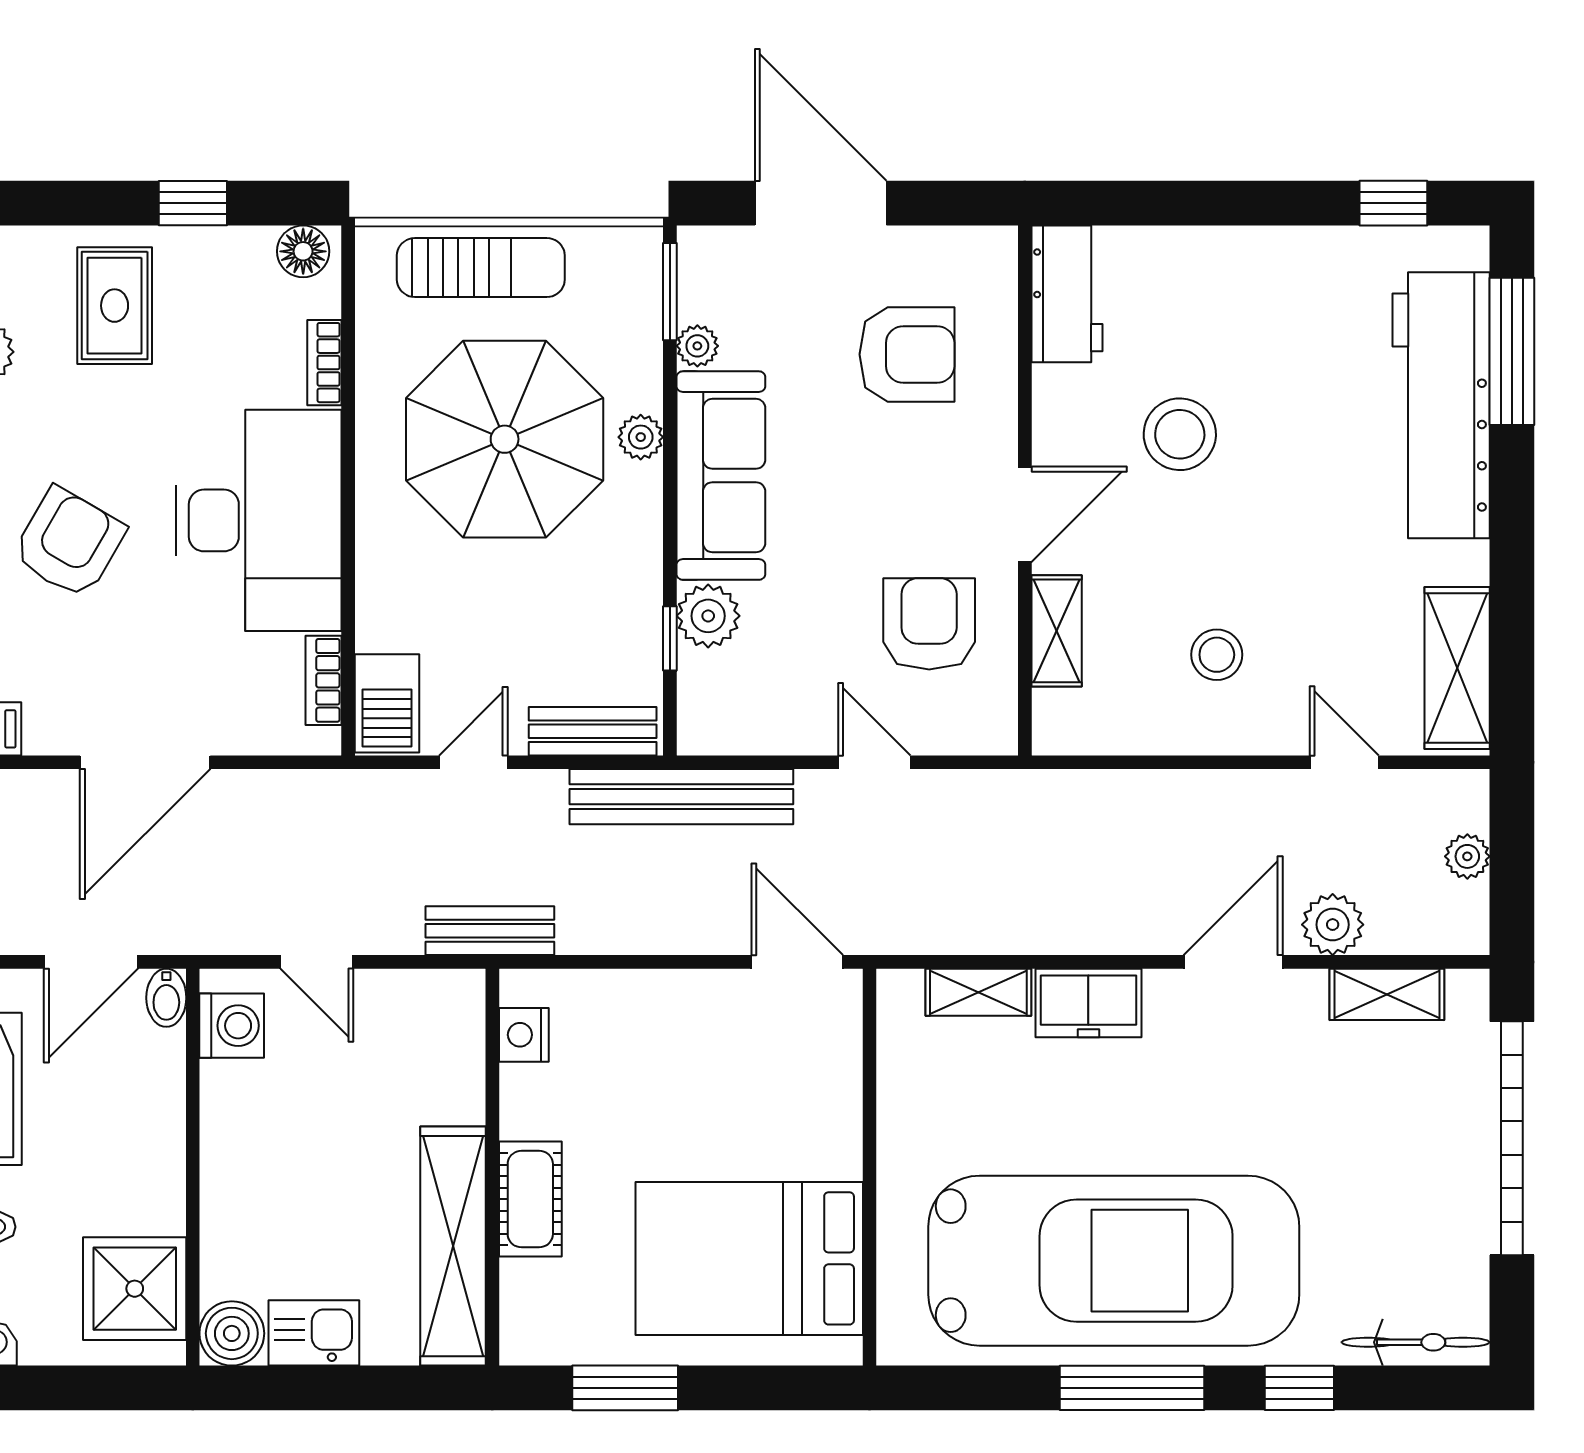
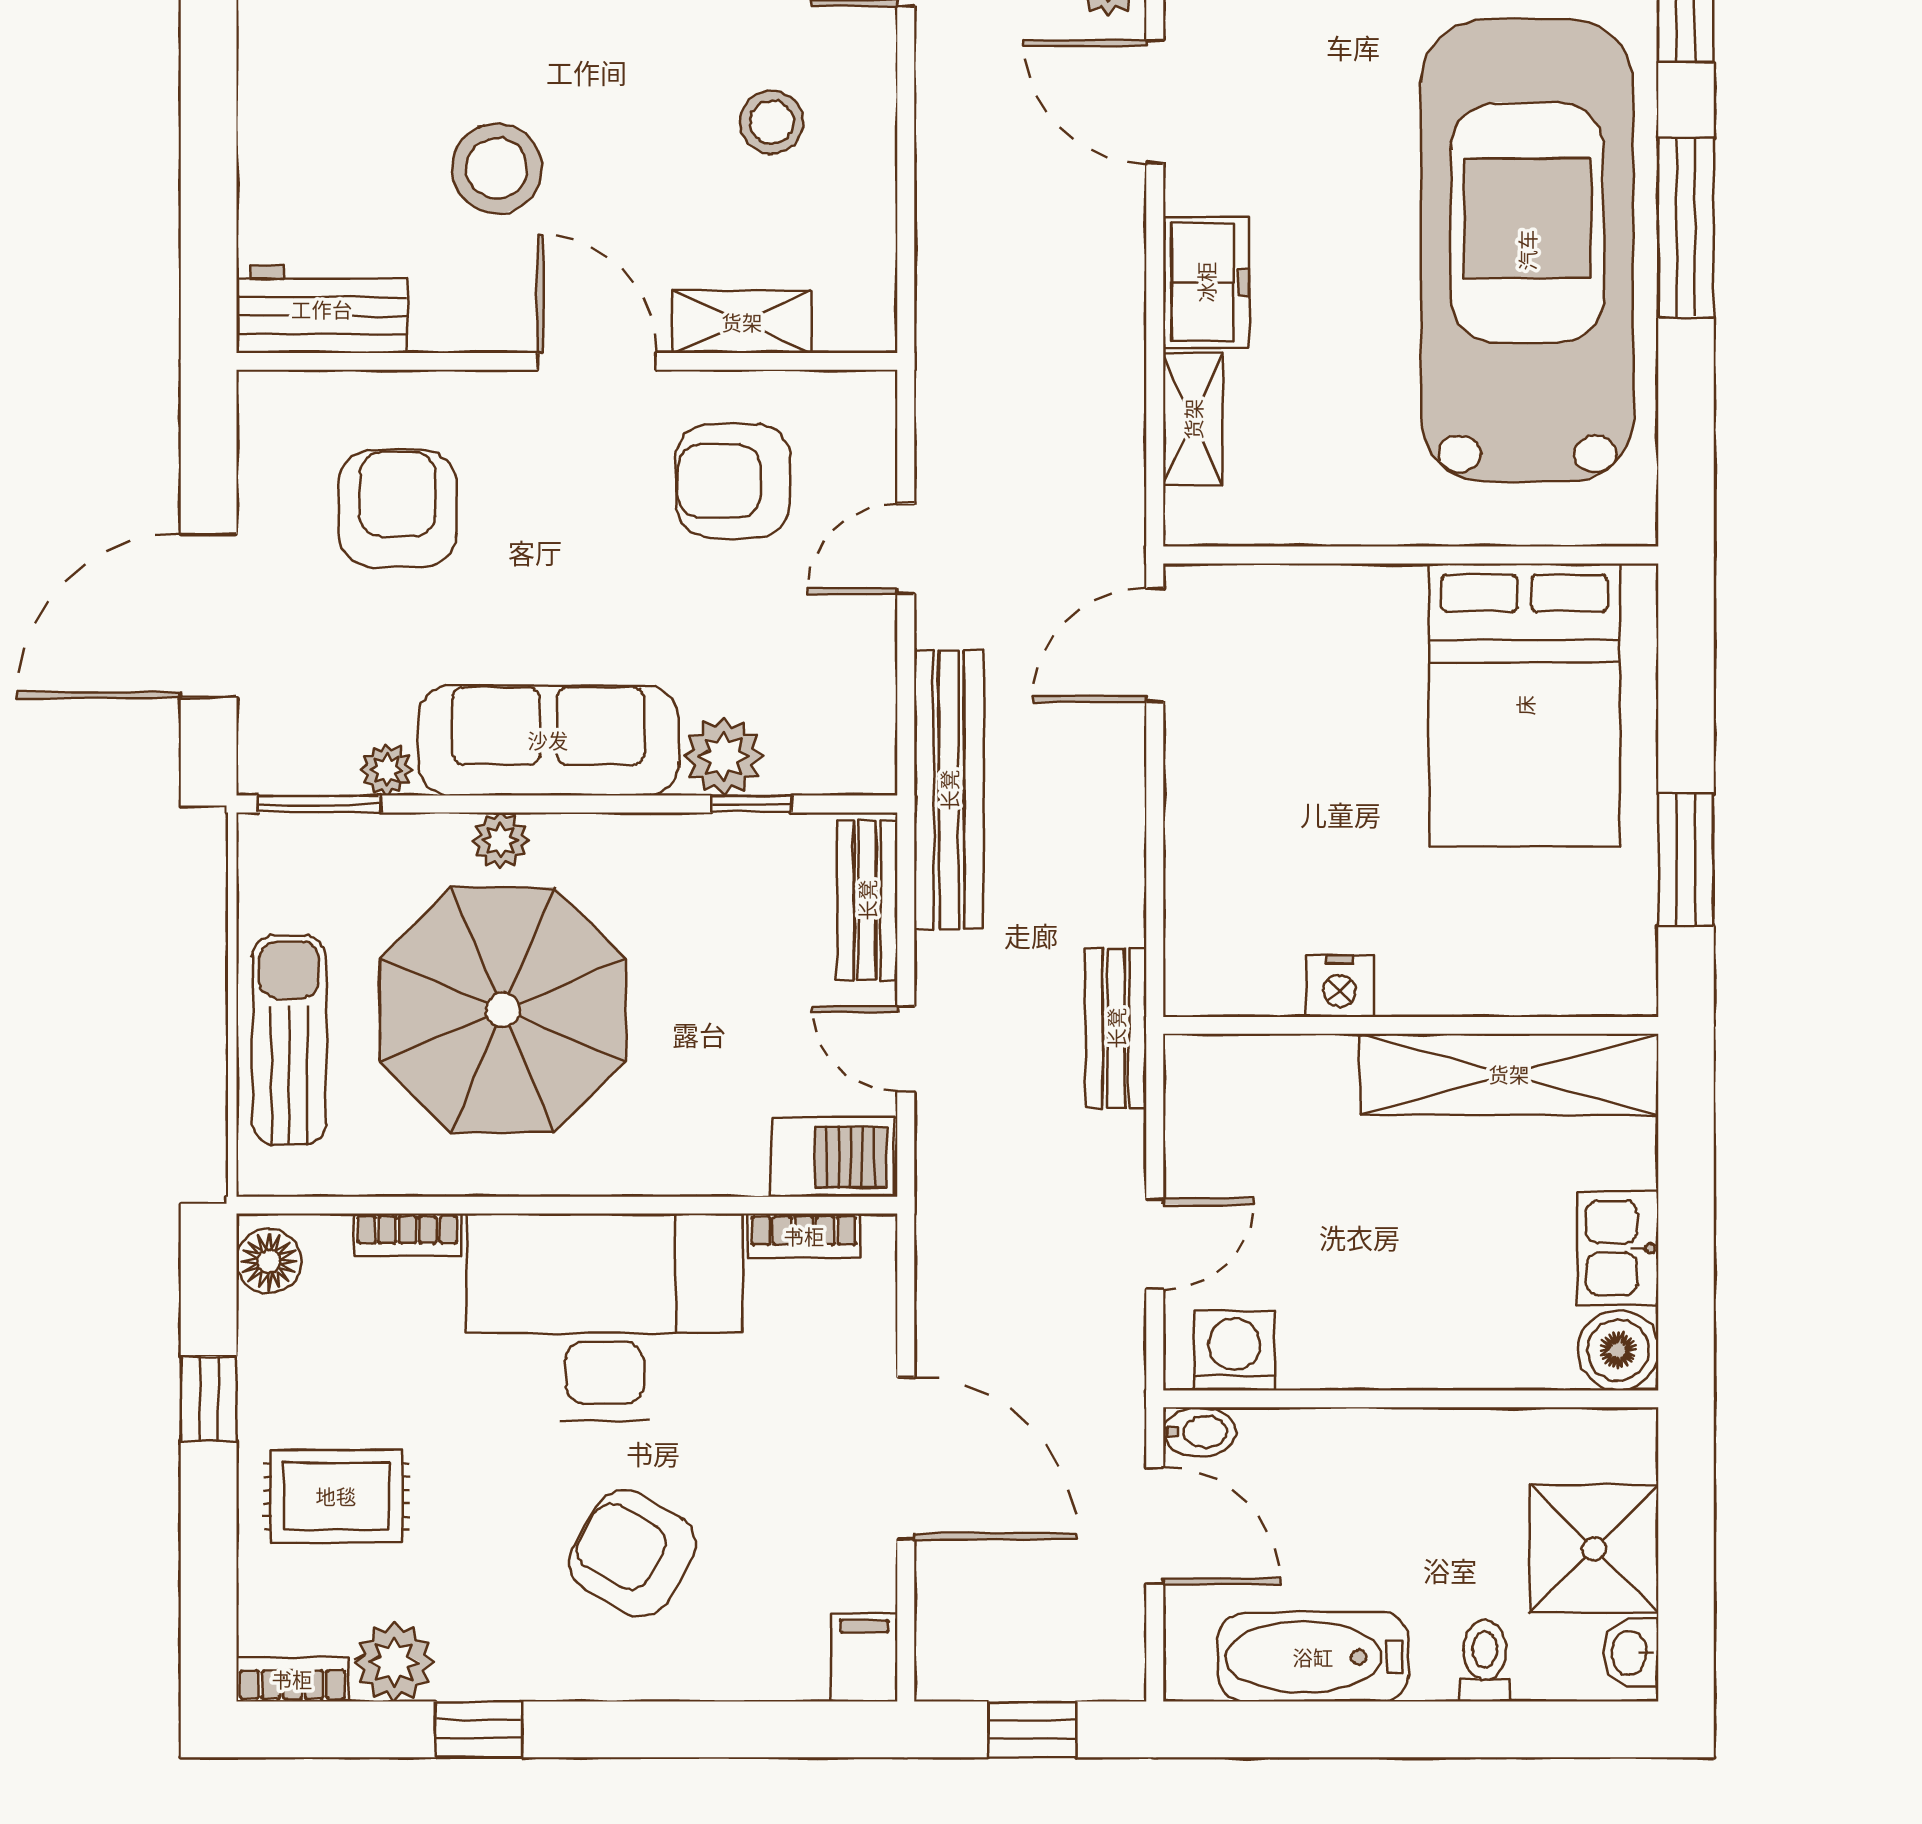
nightstand: (524, 1035) -> (1339, 986), moved
cot: (530, 1199) -> (1450, 978), removed
shower: (135, 1289) -> (1594, 1549), moved

